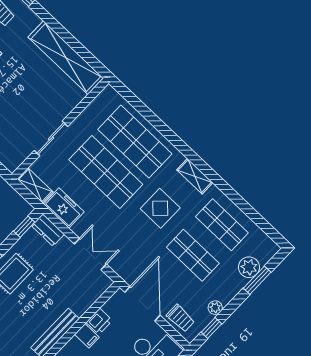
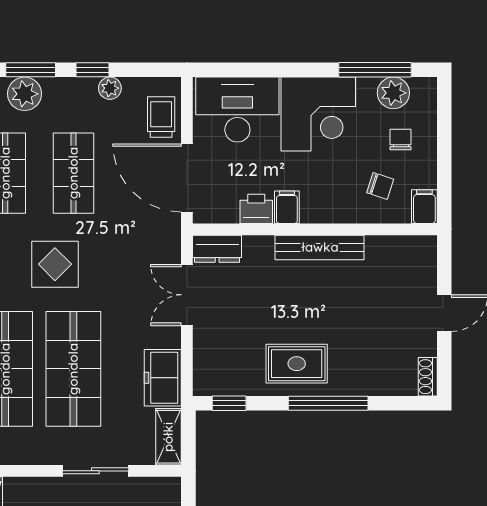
dresser: (48, 230) -> (217, 249), moved, turned 90
door: (142, 304) -> (187, 178), hinge flipped
window: (211, 328) -> (93, 70), moved

